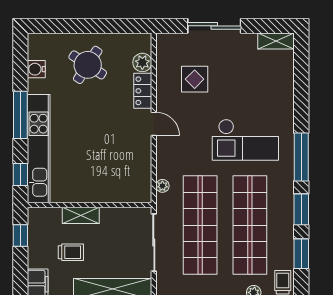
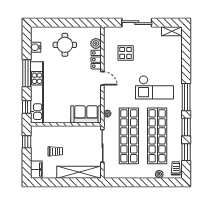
round table: (88, 65) -> (65, 45), turned -33
sofa: (125, 187) -> (86, 114), added
shelving: (81, 215) -> (61, 130), removed

